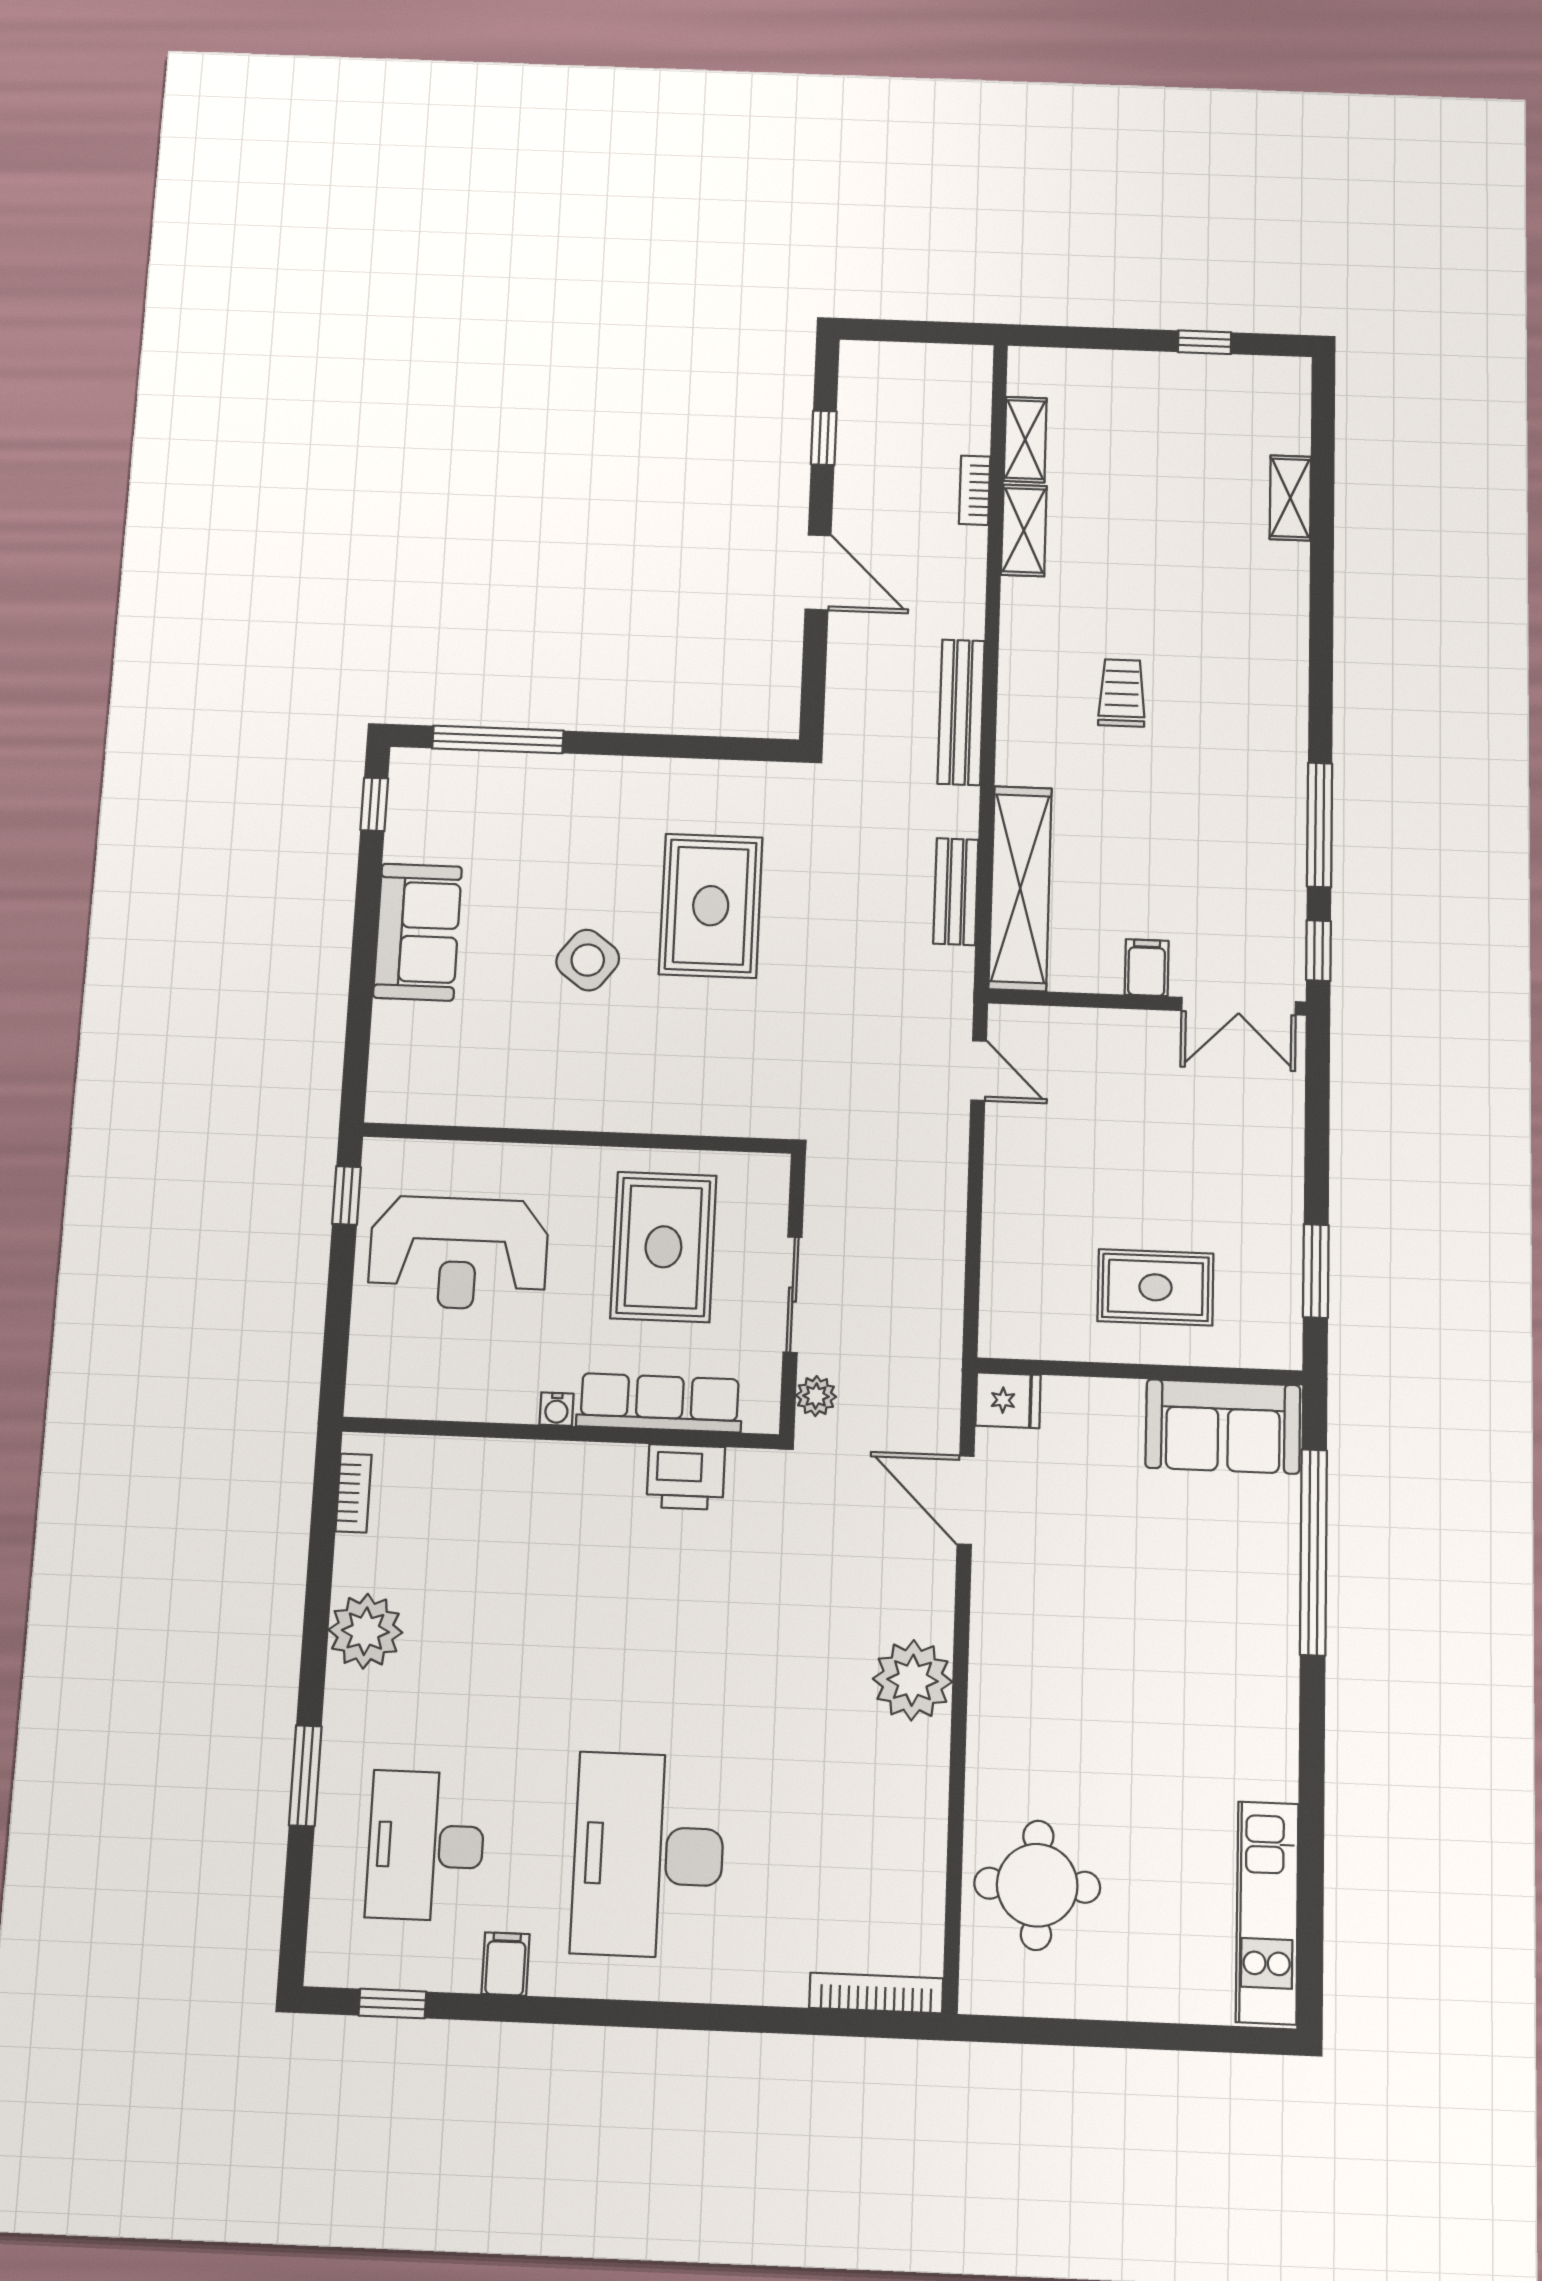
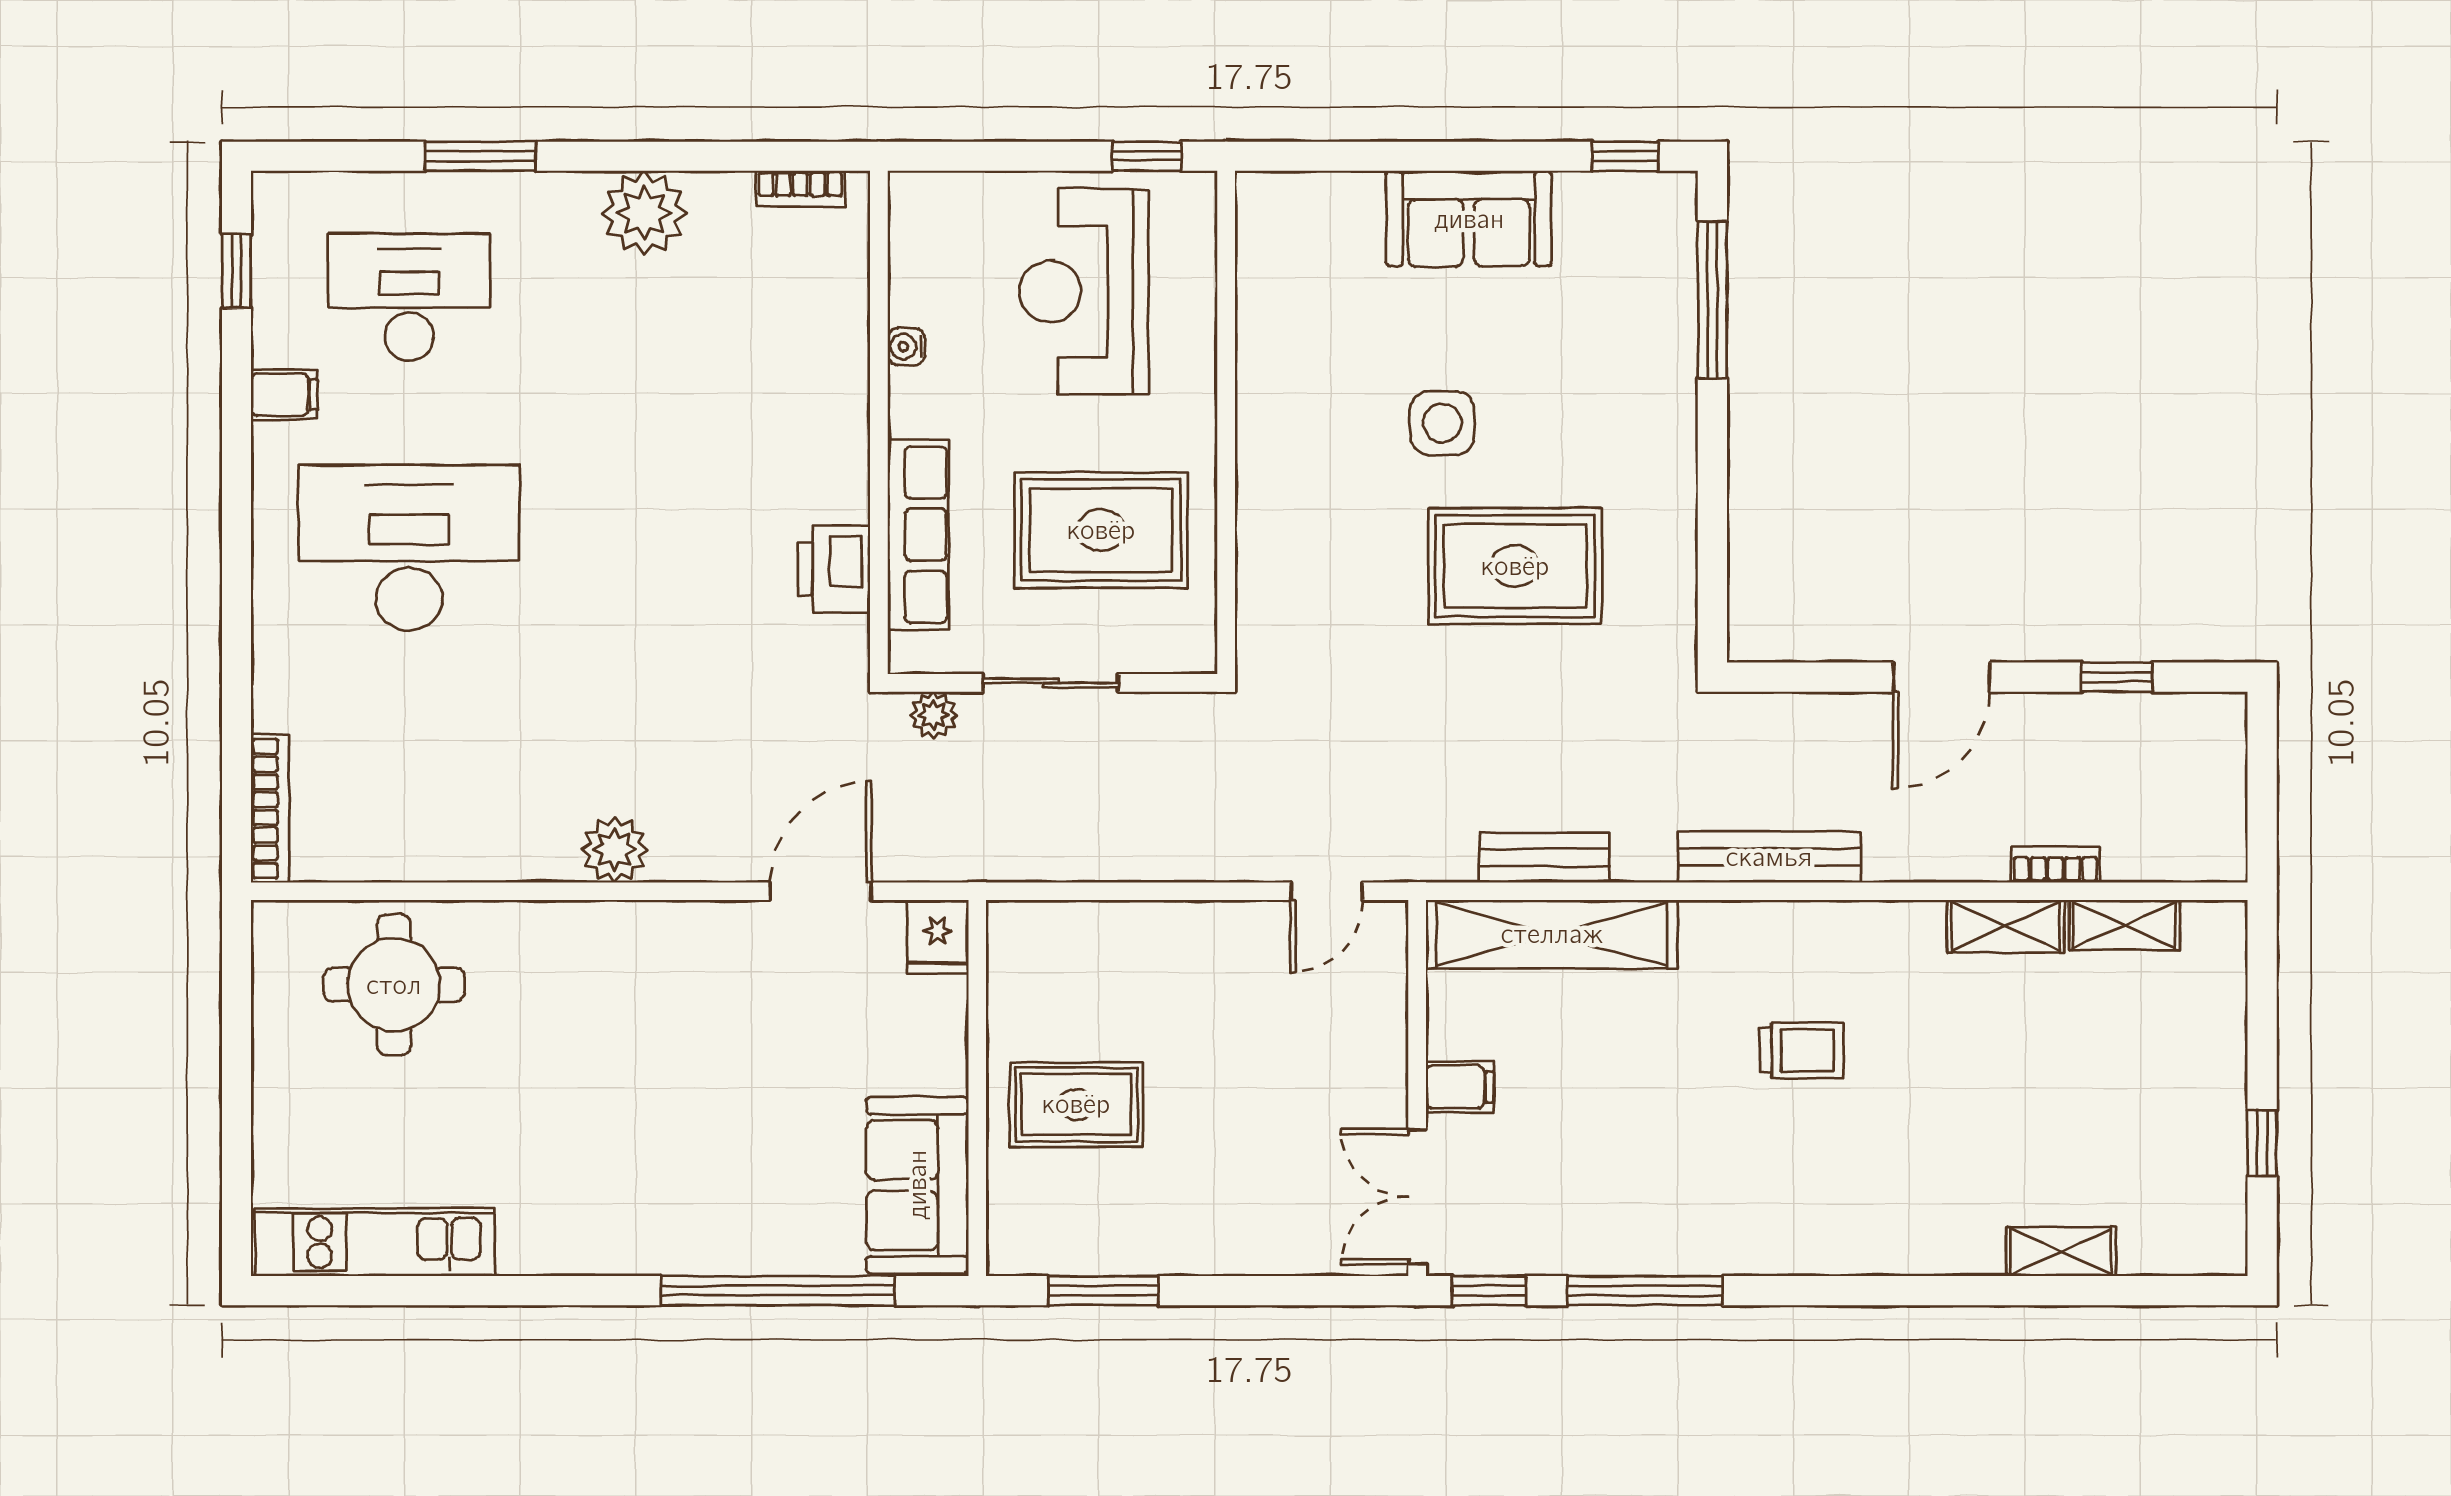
side table: (588, 960) -> (1442, 423), turned -37
rug: (1155, 1287) -> (1076, 1104), turned 90
water cooler: (557, 1409) -> (906, 347), moved
plant: (913, 1680) -> (615, 849), width x0.73, depth x0.73

